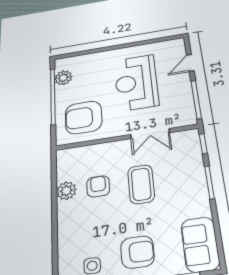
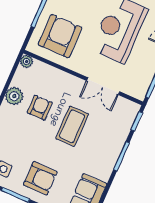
armchair: (83, 117) -> (60, 36), turned 90
plant: (62, 155) -> (26, 61), added

